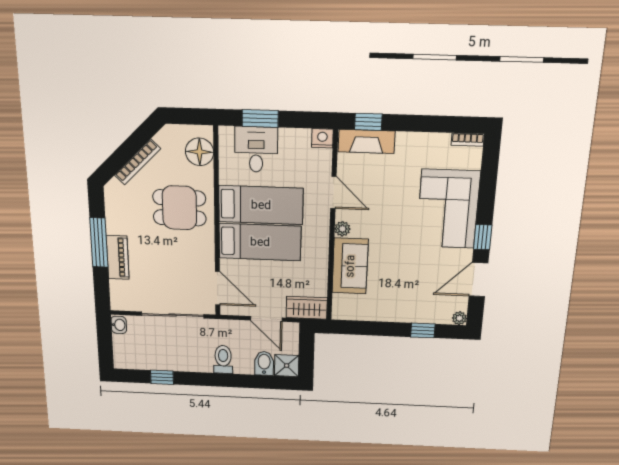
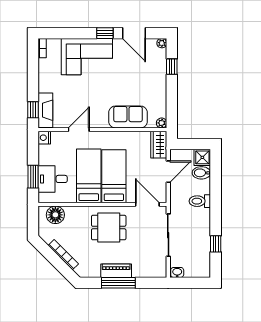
dining table: (179, 208) -> (109, 228), moved, turned 90
plant: (342, 229) -> (162, 123), moved
piano: (118, 257) -> (116, 271), moved
door: (218, 288) -> (147, 204), hinge flipped

